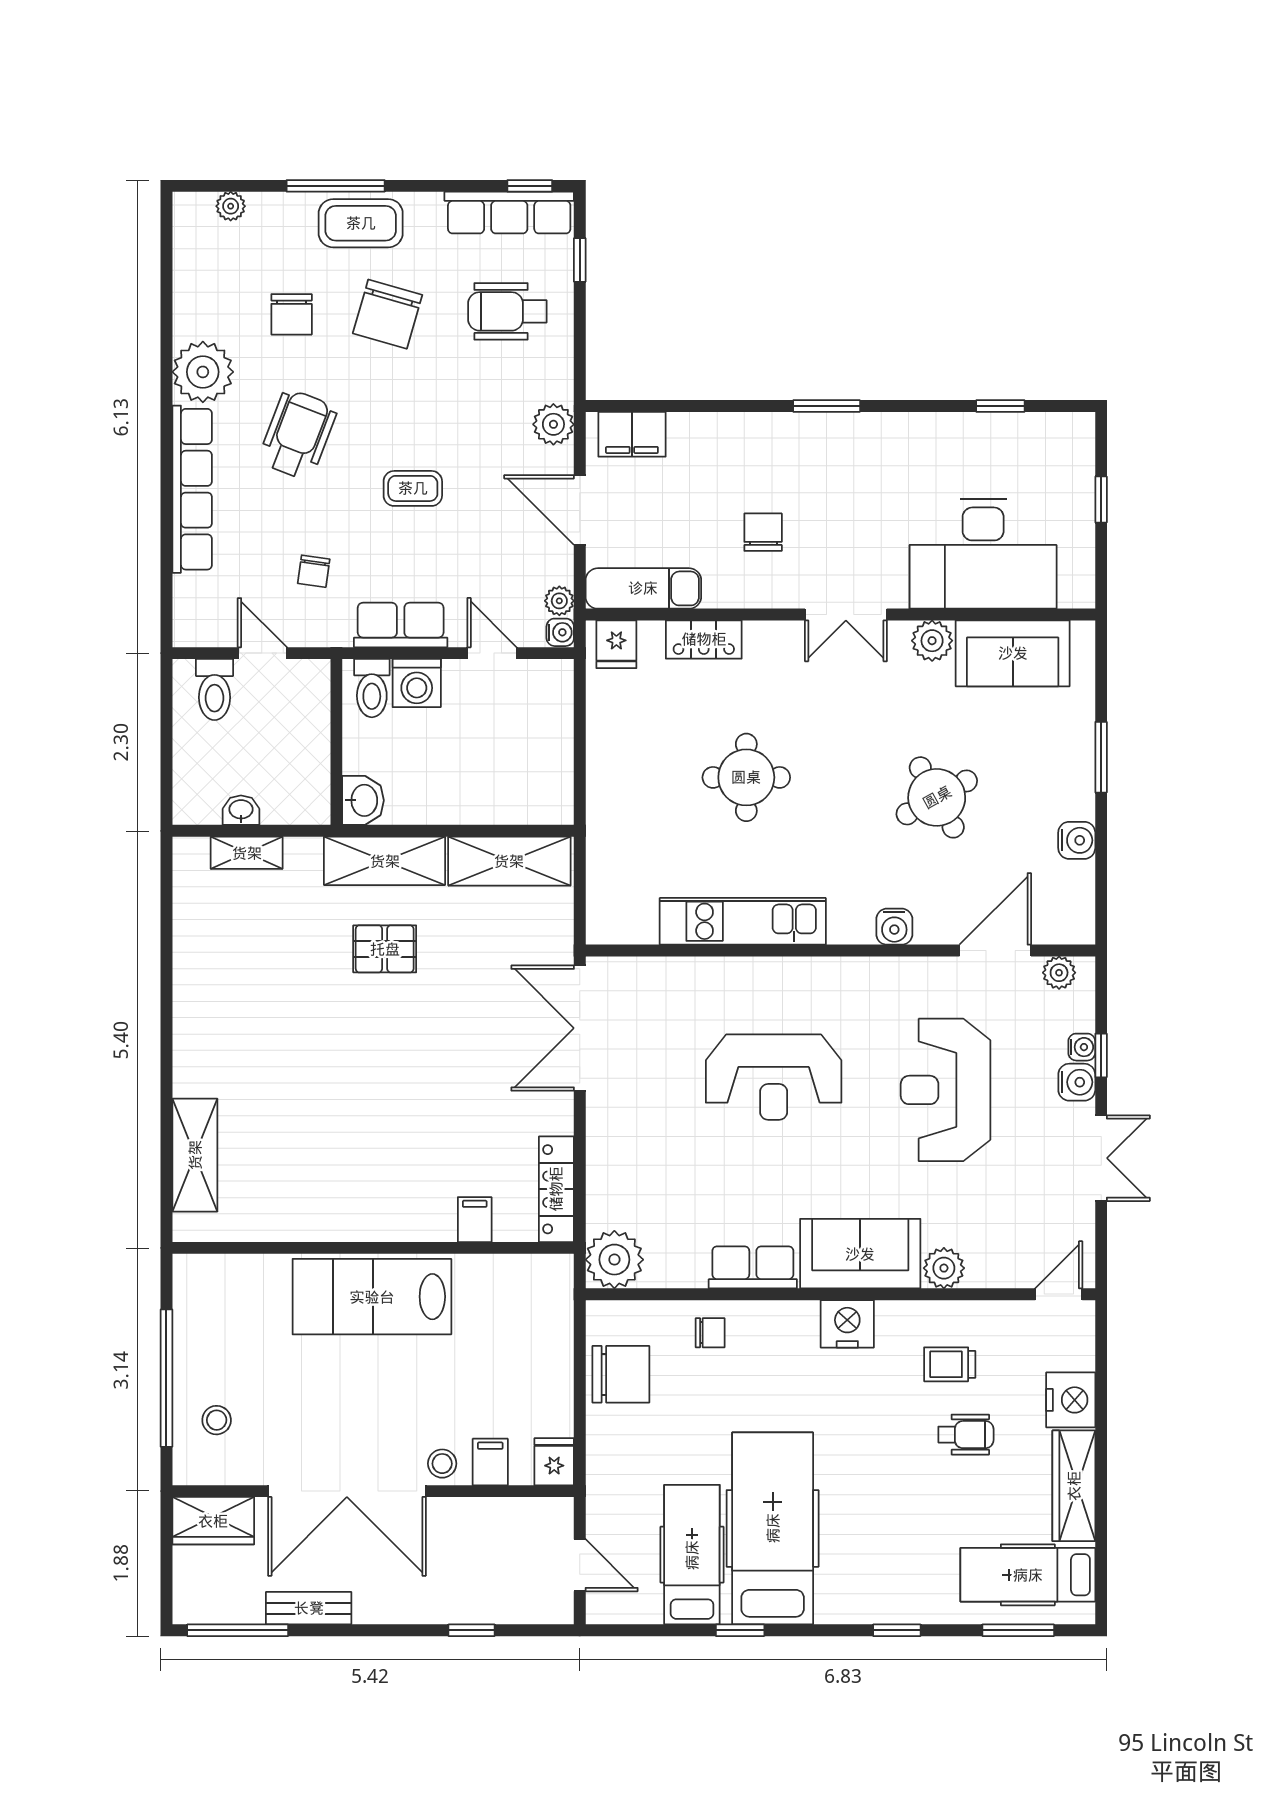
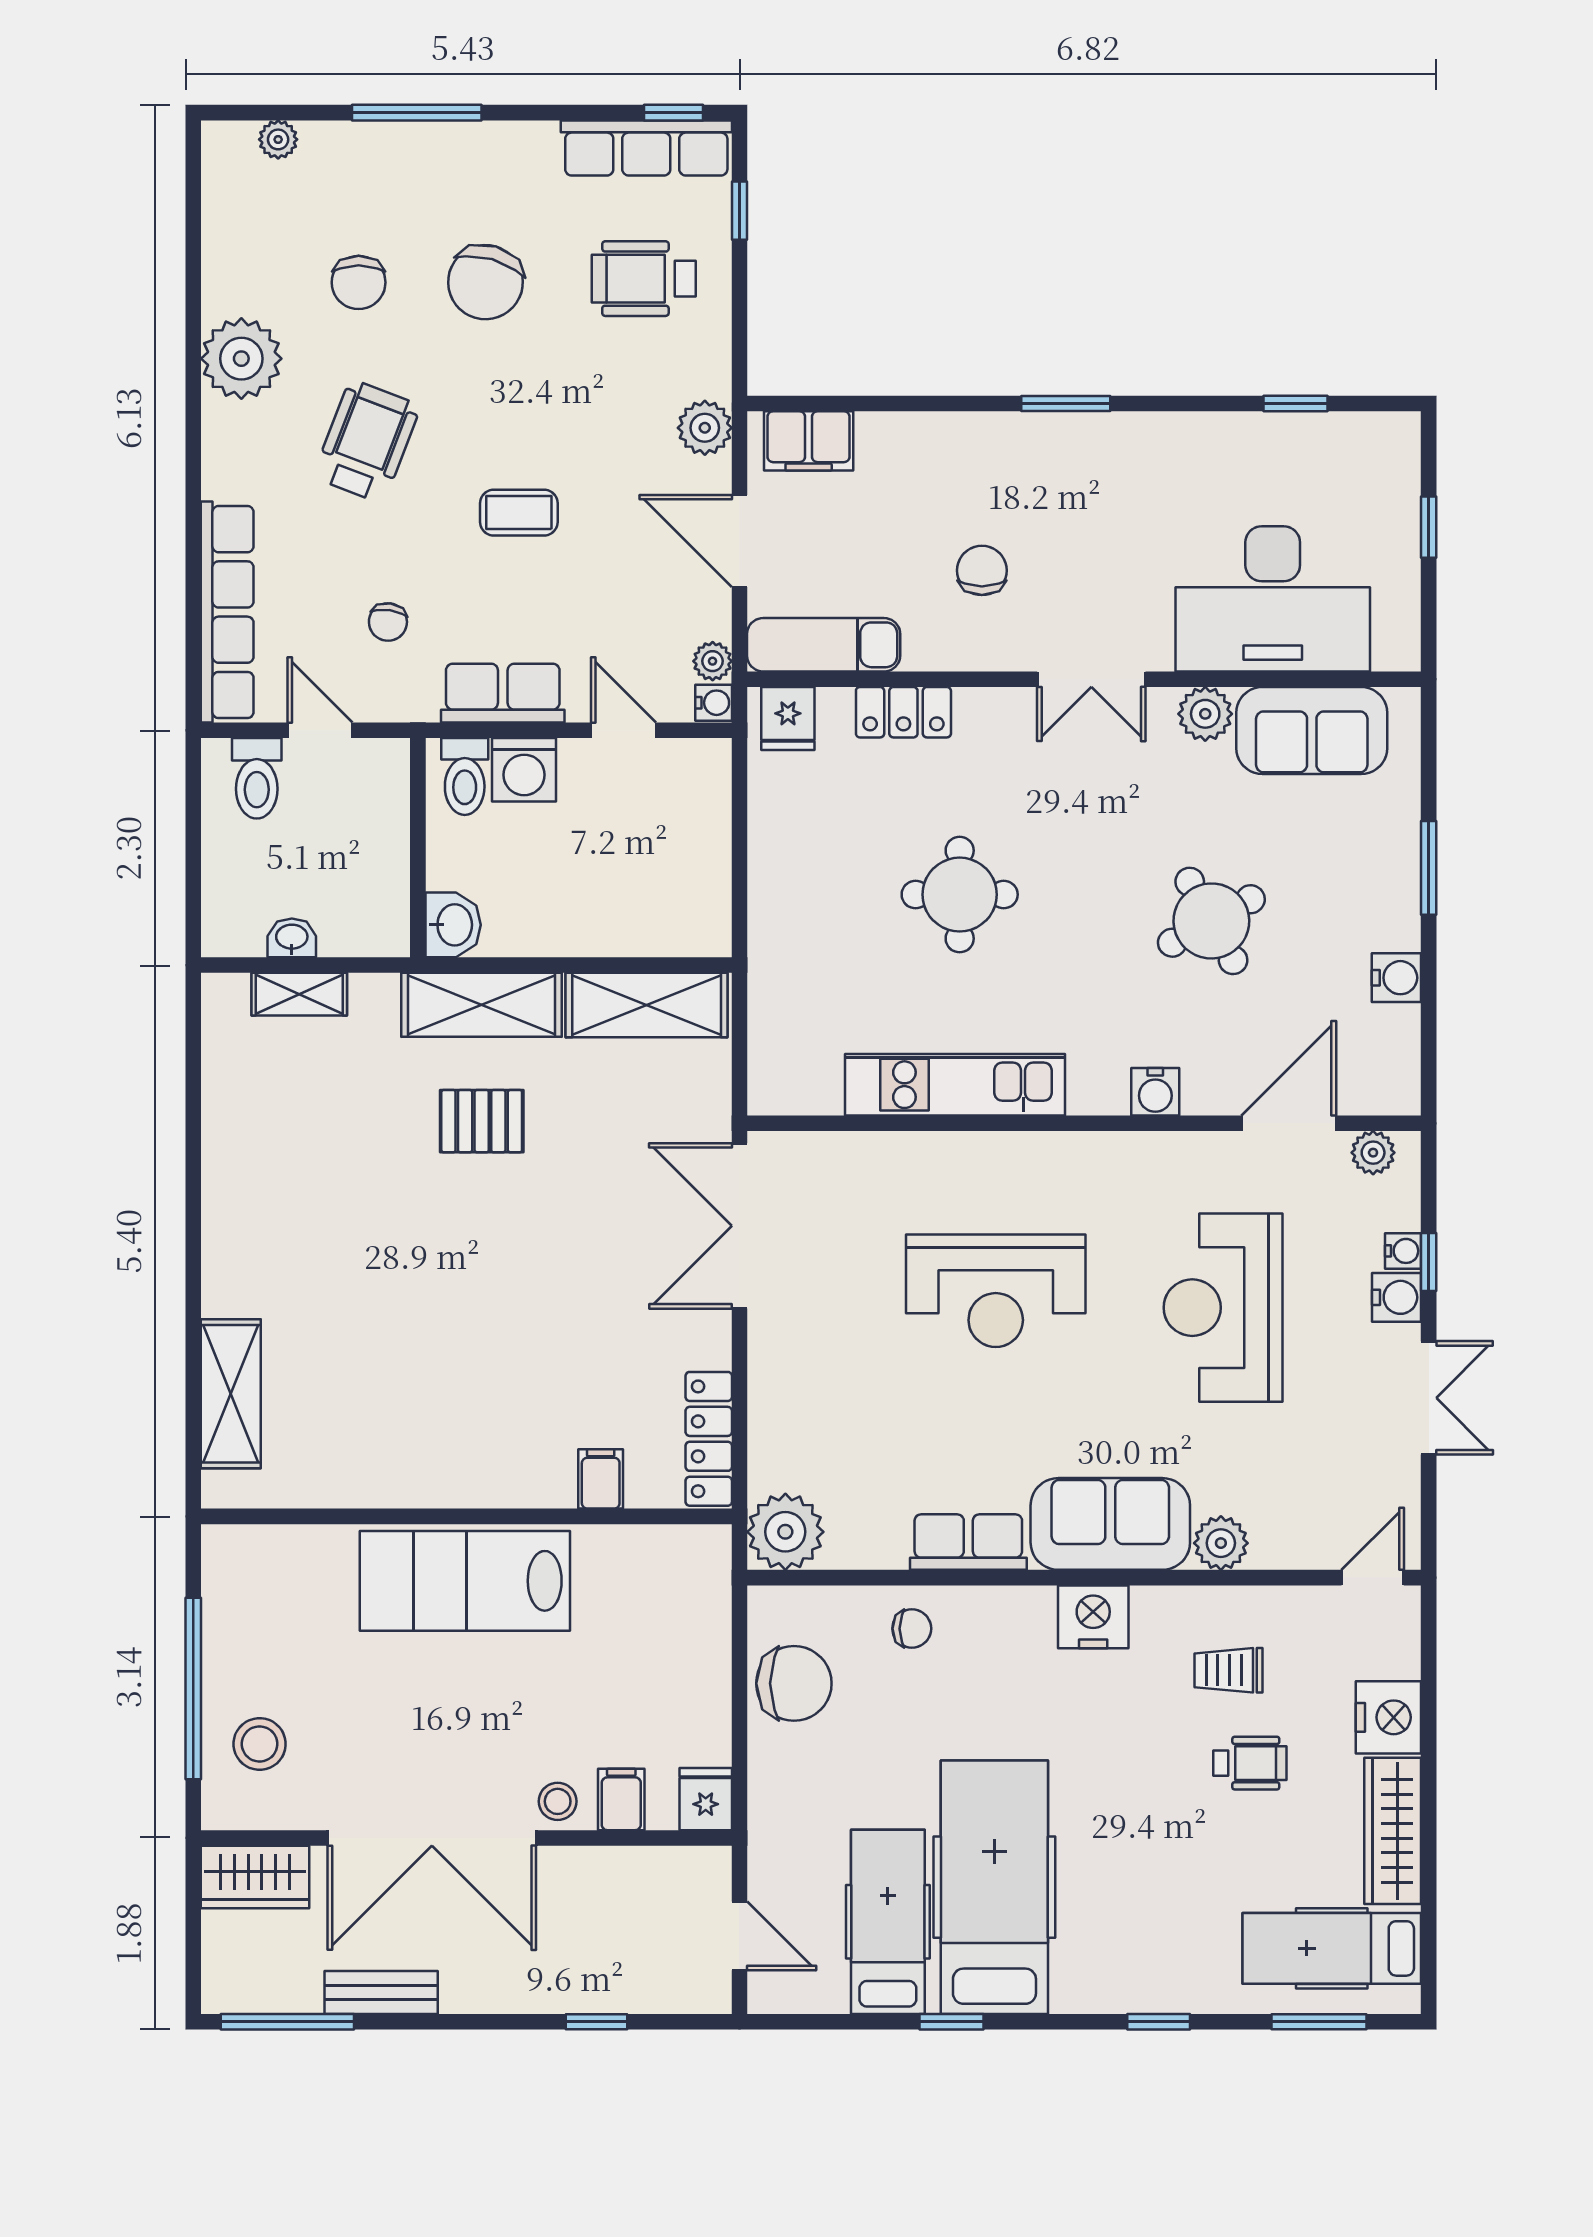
coffee table: (361, 223) -> (450, 162), removed
row of seats: (192, 489) -> (227, 612), moved
stool: (217, 1420) -> (260, 1744), width x1.37, depth x1.37

